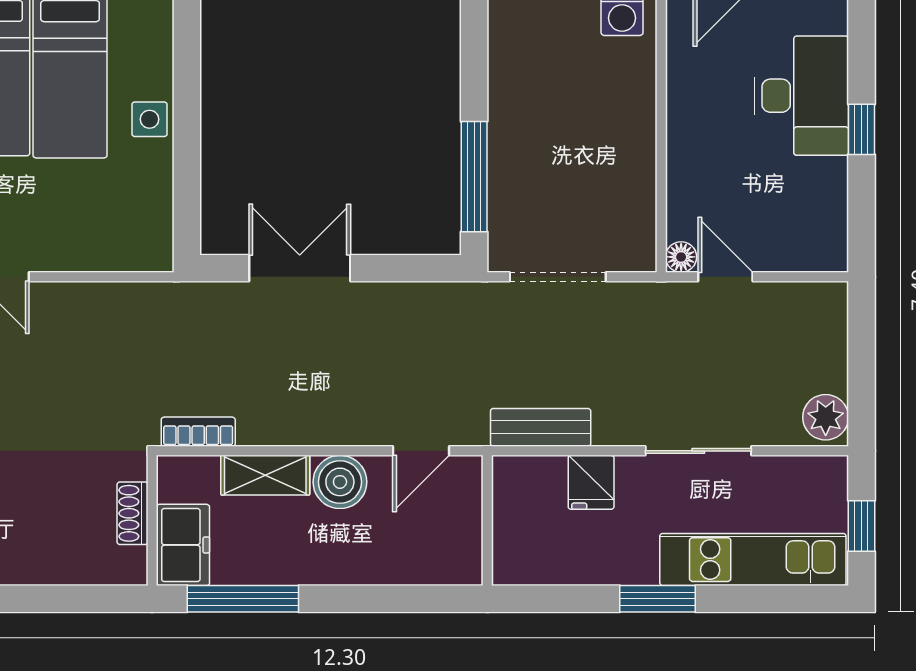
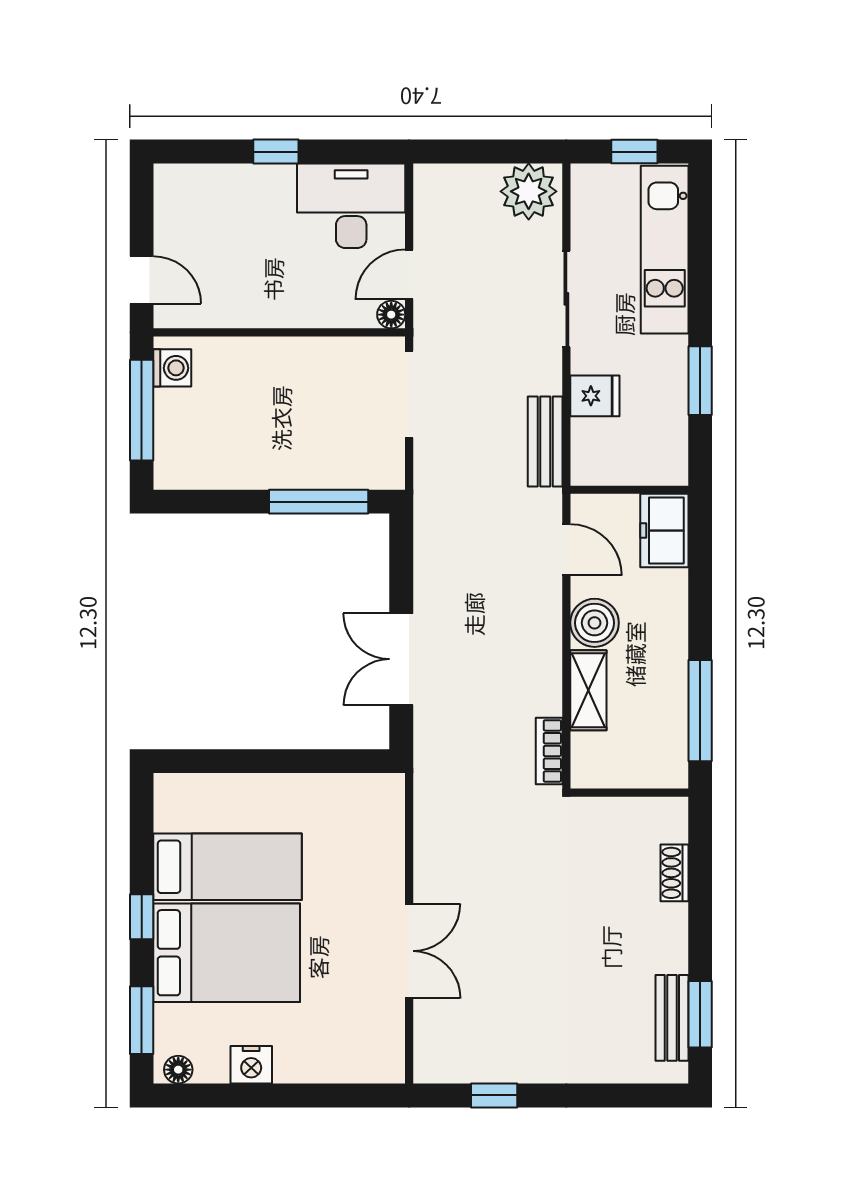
desk: (801, 96) -> (351, 206), moved
side table: (150, 119) -> (267, 795), removed
doorway: (558, 277) -> (409, 394), moved
plant: (826, 417) -> (529, 191), width x1.36, depth x1.36
shoe rack: (132, 513) -> (675, 873), moved, turned 90
freezer: (183, 545) -> (664, 531), moved, turned -90
window: (658, 599) -> (700, 381), moved

